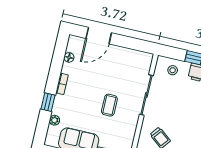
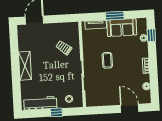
door: (99, 36) -> (130, 108), hinge flipped
window: (48, 102) -> (151, 35), moved

